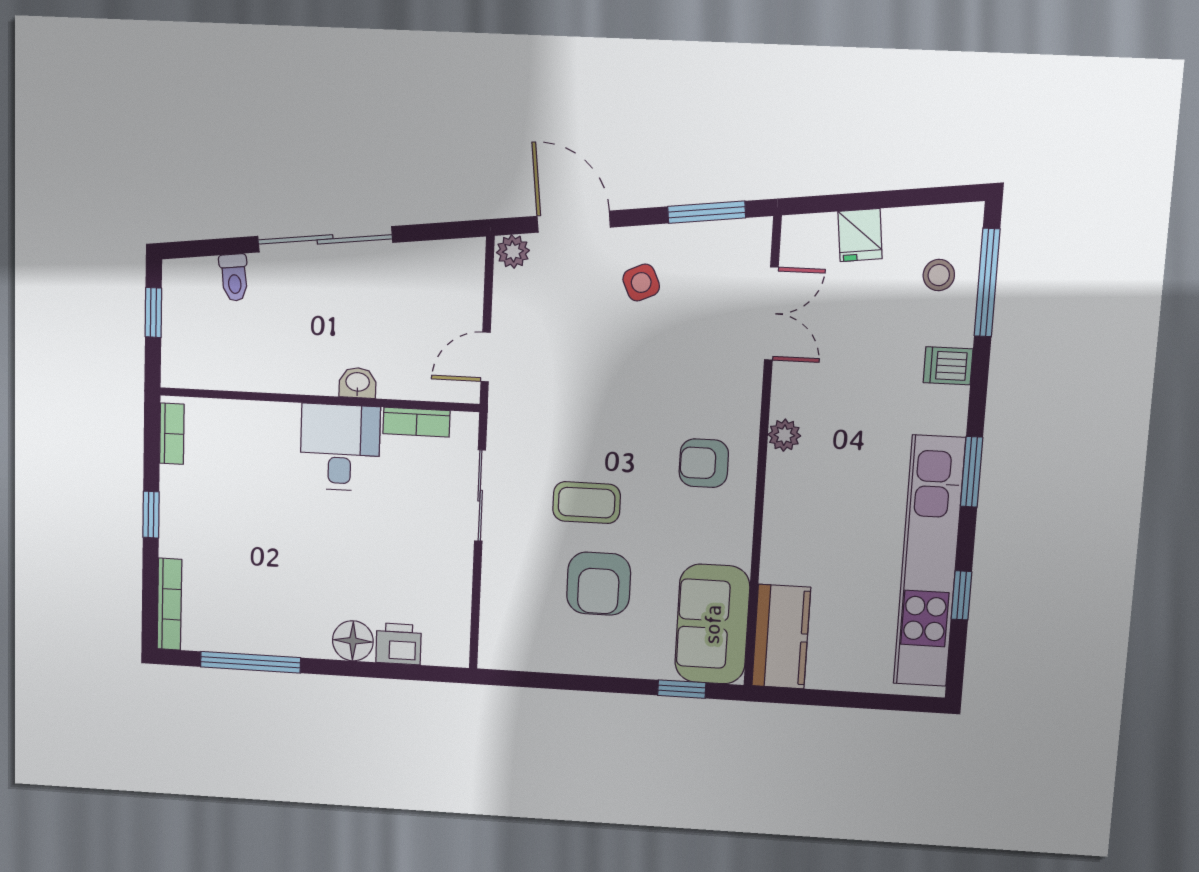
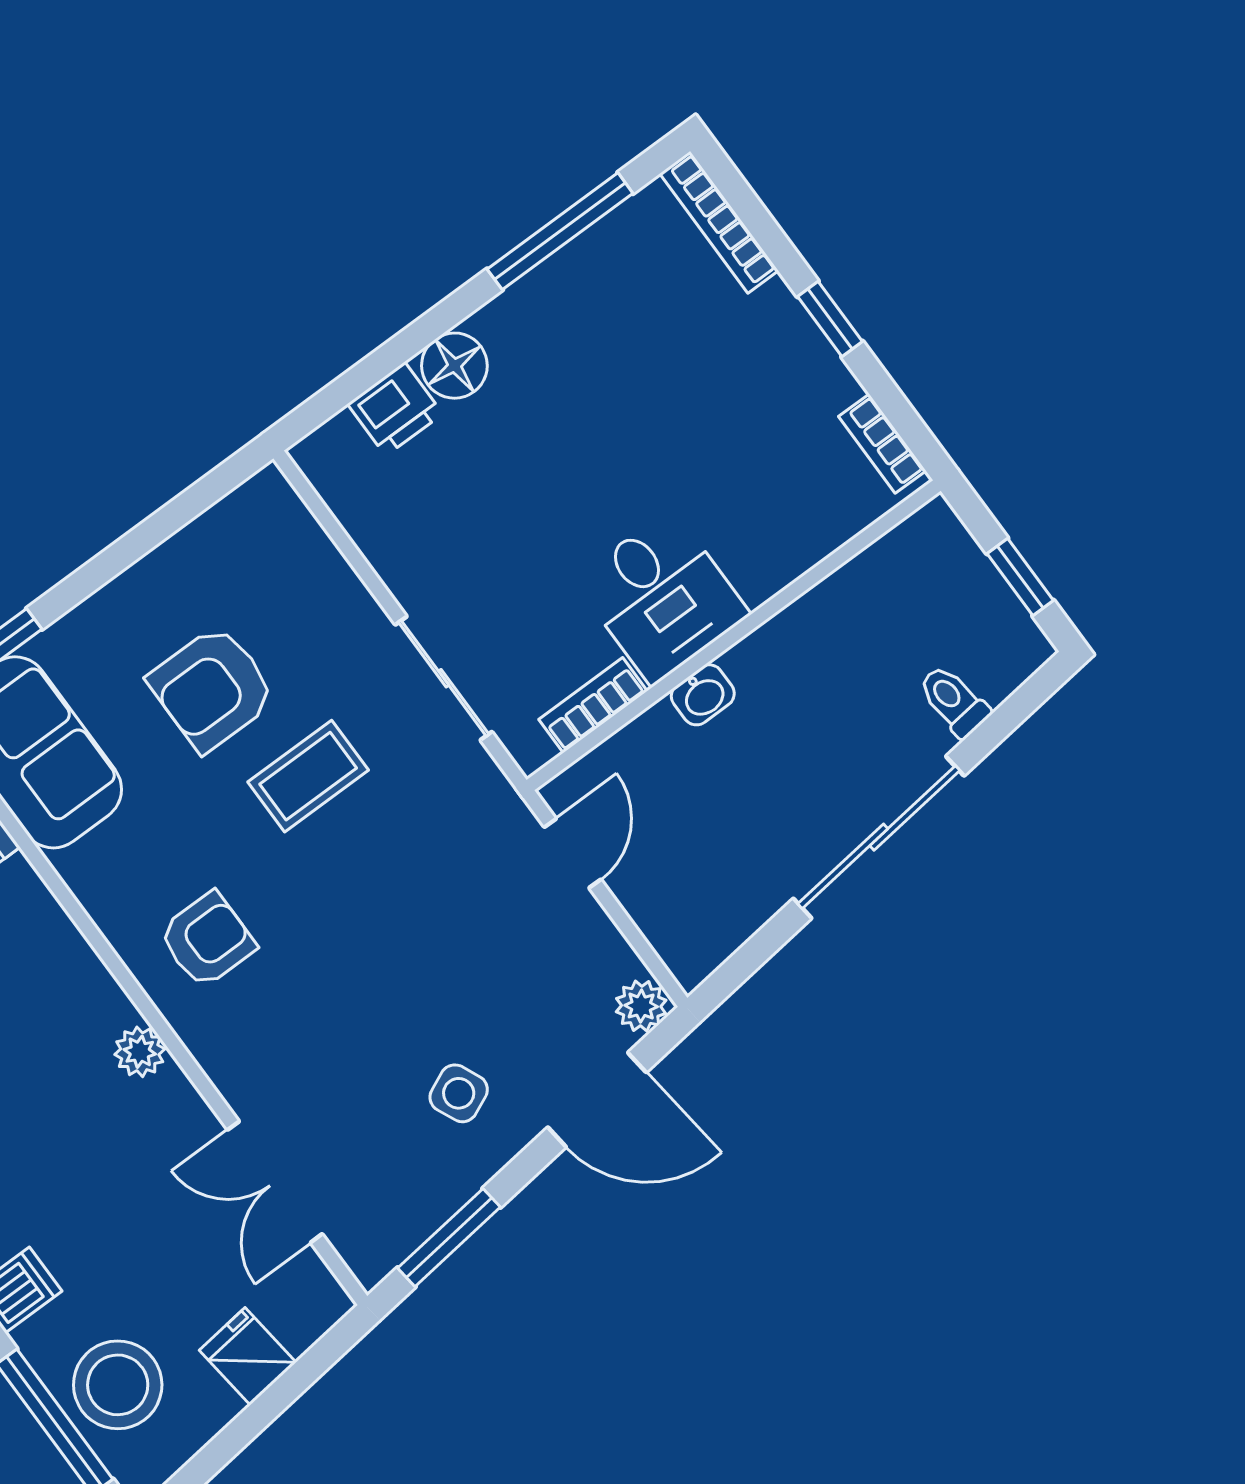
stool: (939, 275) -> (118, 1385), width x1.89, depth x1.89
armchair: (599, 584) -> (212, 688), turned -90

